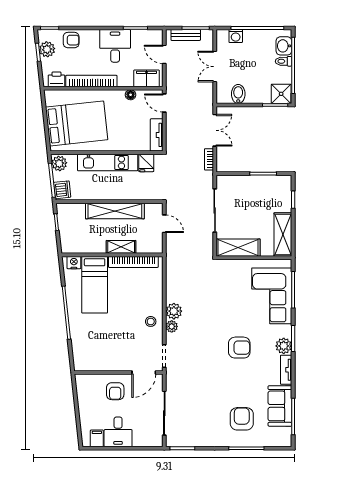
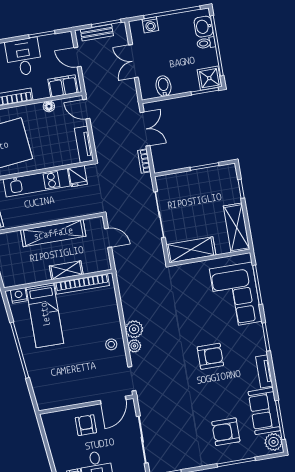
plant: (284, 346) -> (274, 442), moved
armchair: (115, 391) -> (86, 425), turned 180
armchair: (242, 419) -> (226, 432), turned -90

